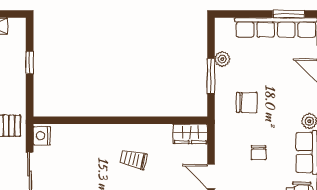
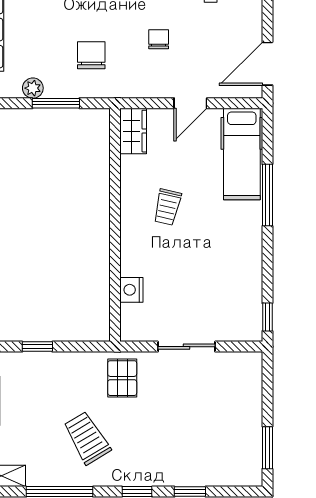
nightstand: (42, 136) -> (131, 290), moved, turned 90
chair: (259, 153) -> (159, 39), turned -90

